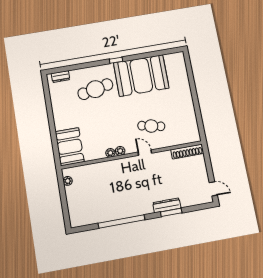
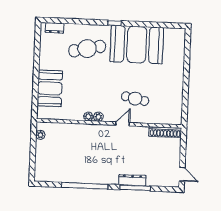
booth: (70, 147) -> (50, 88), moved
door: (145, 153) -> (123, 124), hinge flipped
window: (171, 212) -> (135, 188), width x1.44

